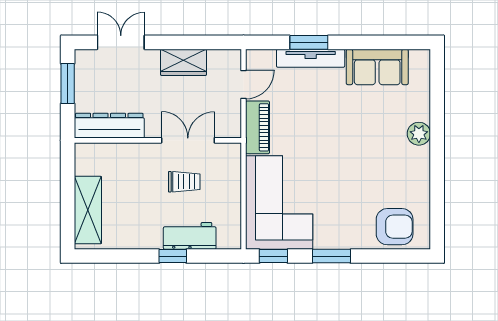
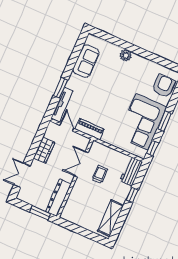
tv unit: (311, 58) -> (62, 105), moved
window: (68, 84) -> (40, 213), moved
corner sofa: (279, 203) -> (142, 122), moved, turned -90
shelving: (88, 210) -> (111, 218), moved, turned 90
workbench: (190, 236) -> (131, 171), moved

